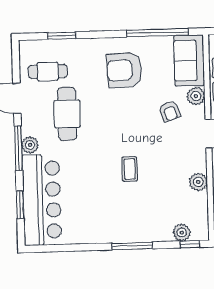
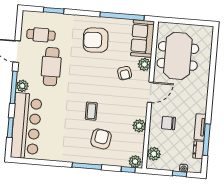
armchair: (147, 206) -> (101, 139), added
plant: (182, 233) -> (135, 162), moved

